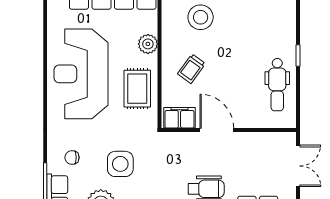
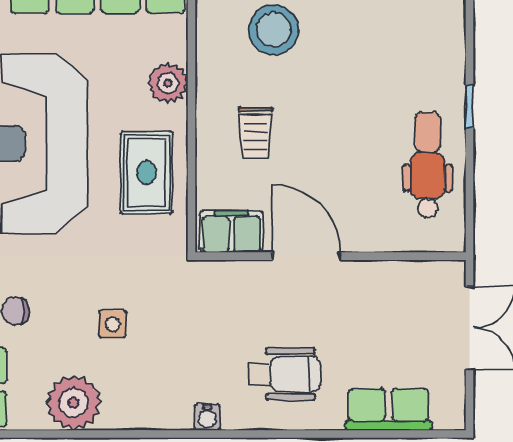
trolley: (191, 69) -> (255, 133), turned -36
dental chair: (277, 85) -> (428, 165), turned 180
side table: (120, 164) -> (113, 324), width x0.54, depth x0.54

